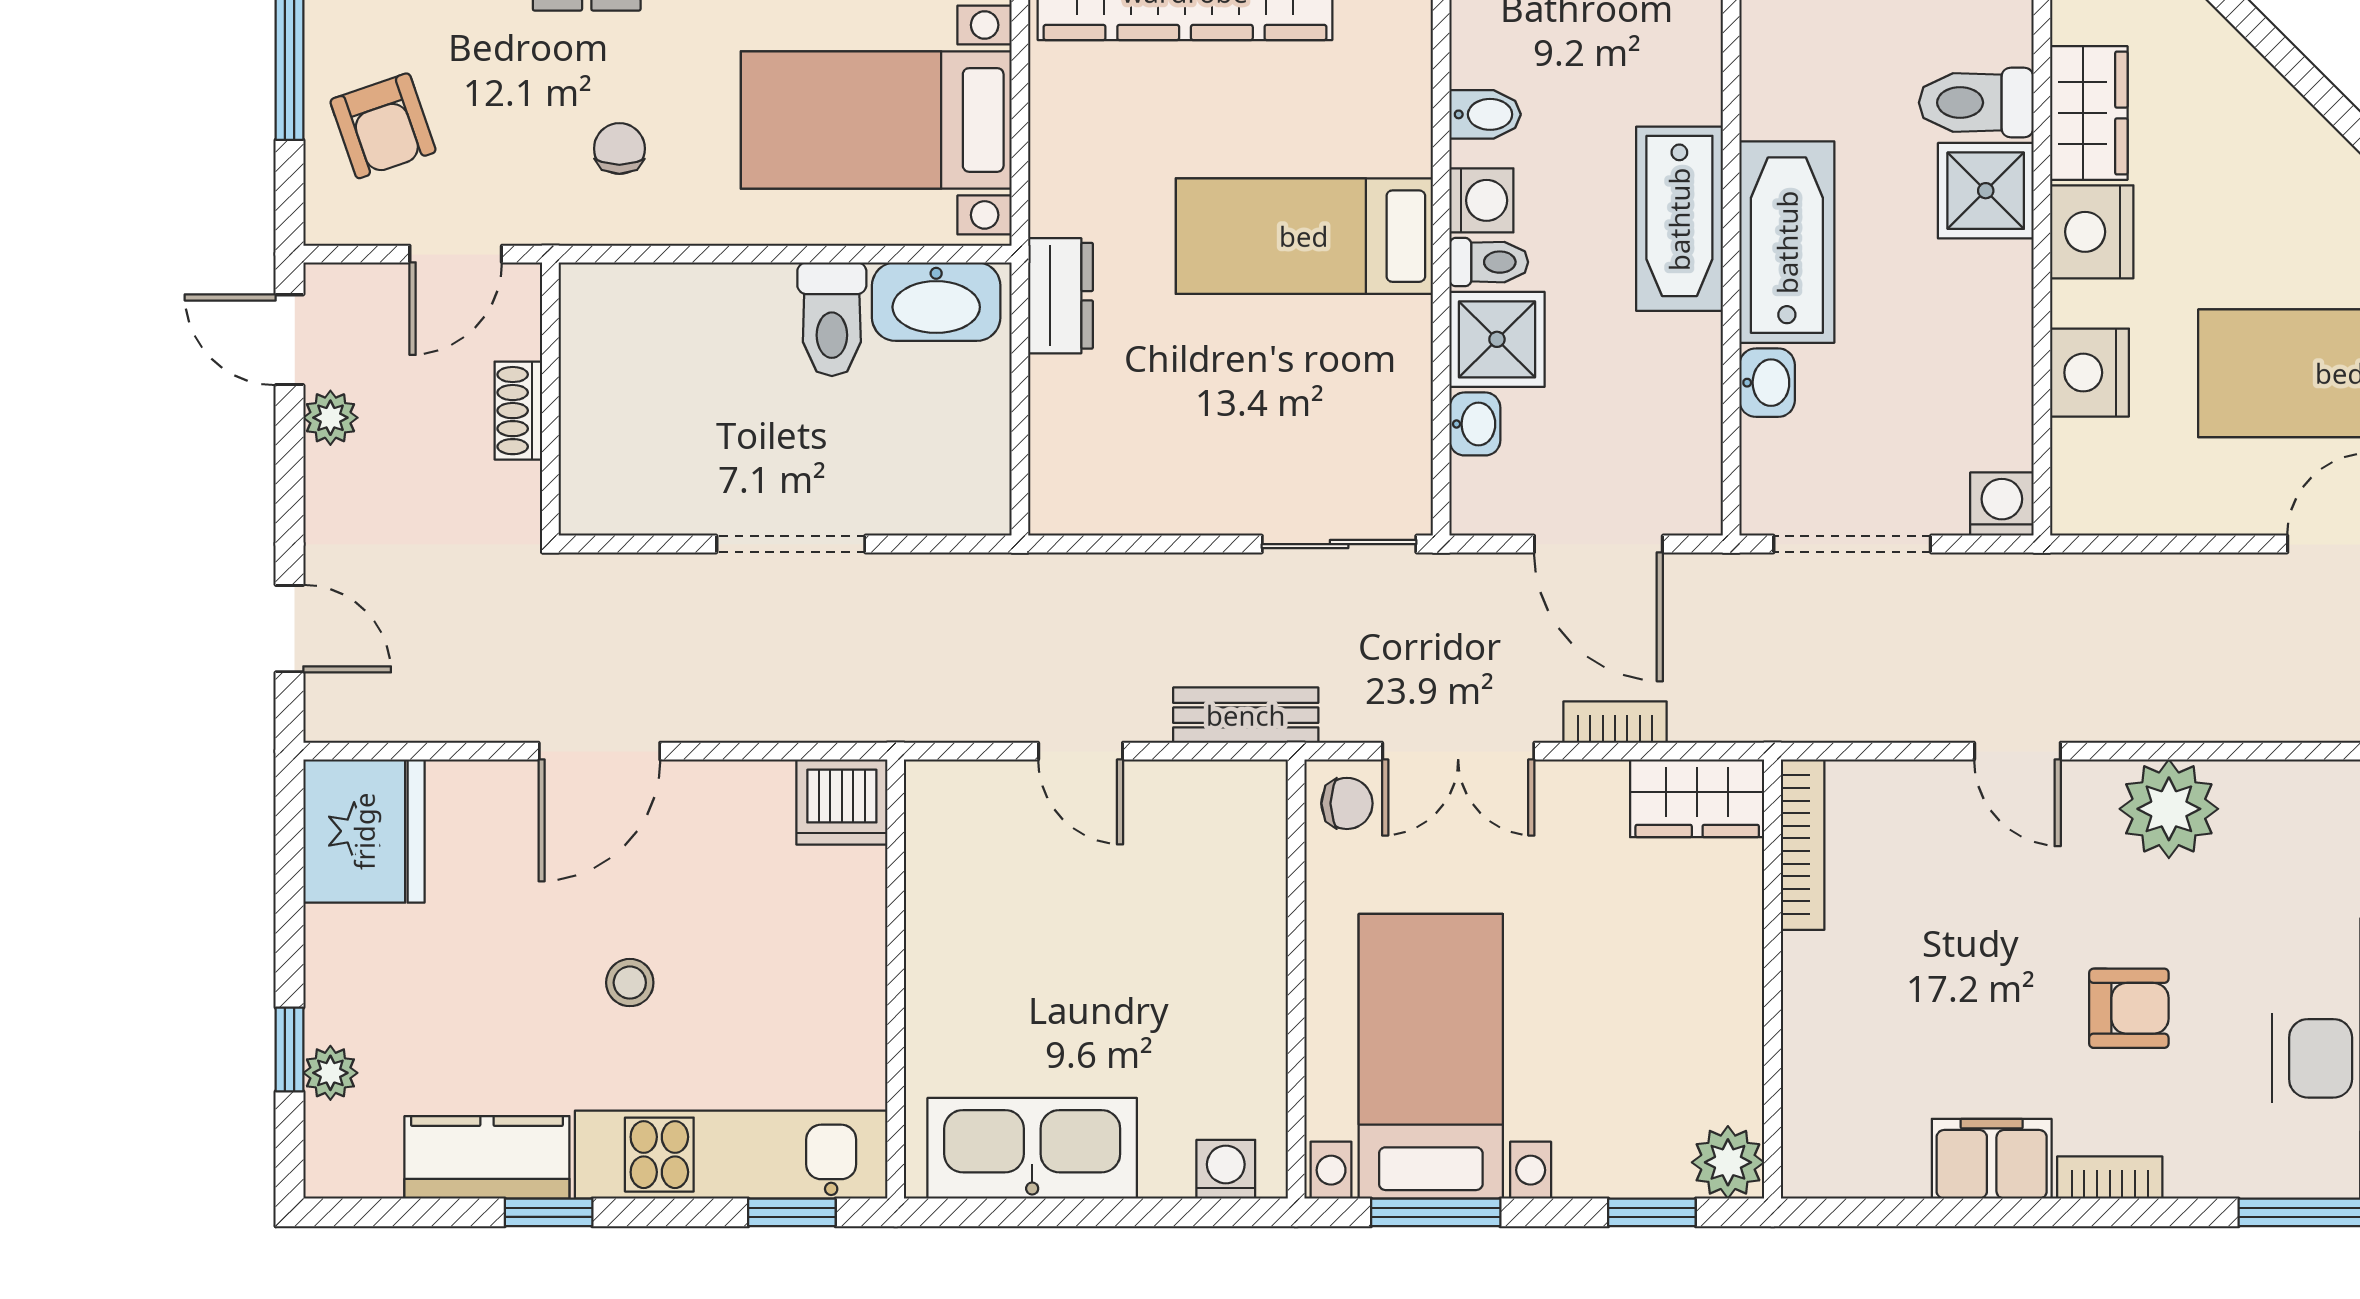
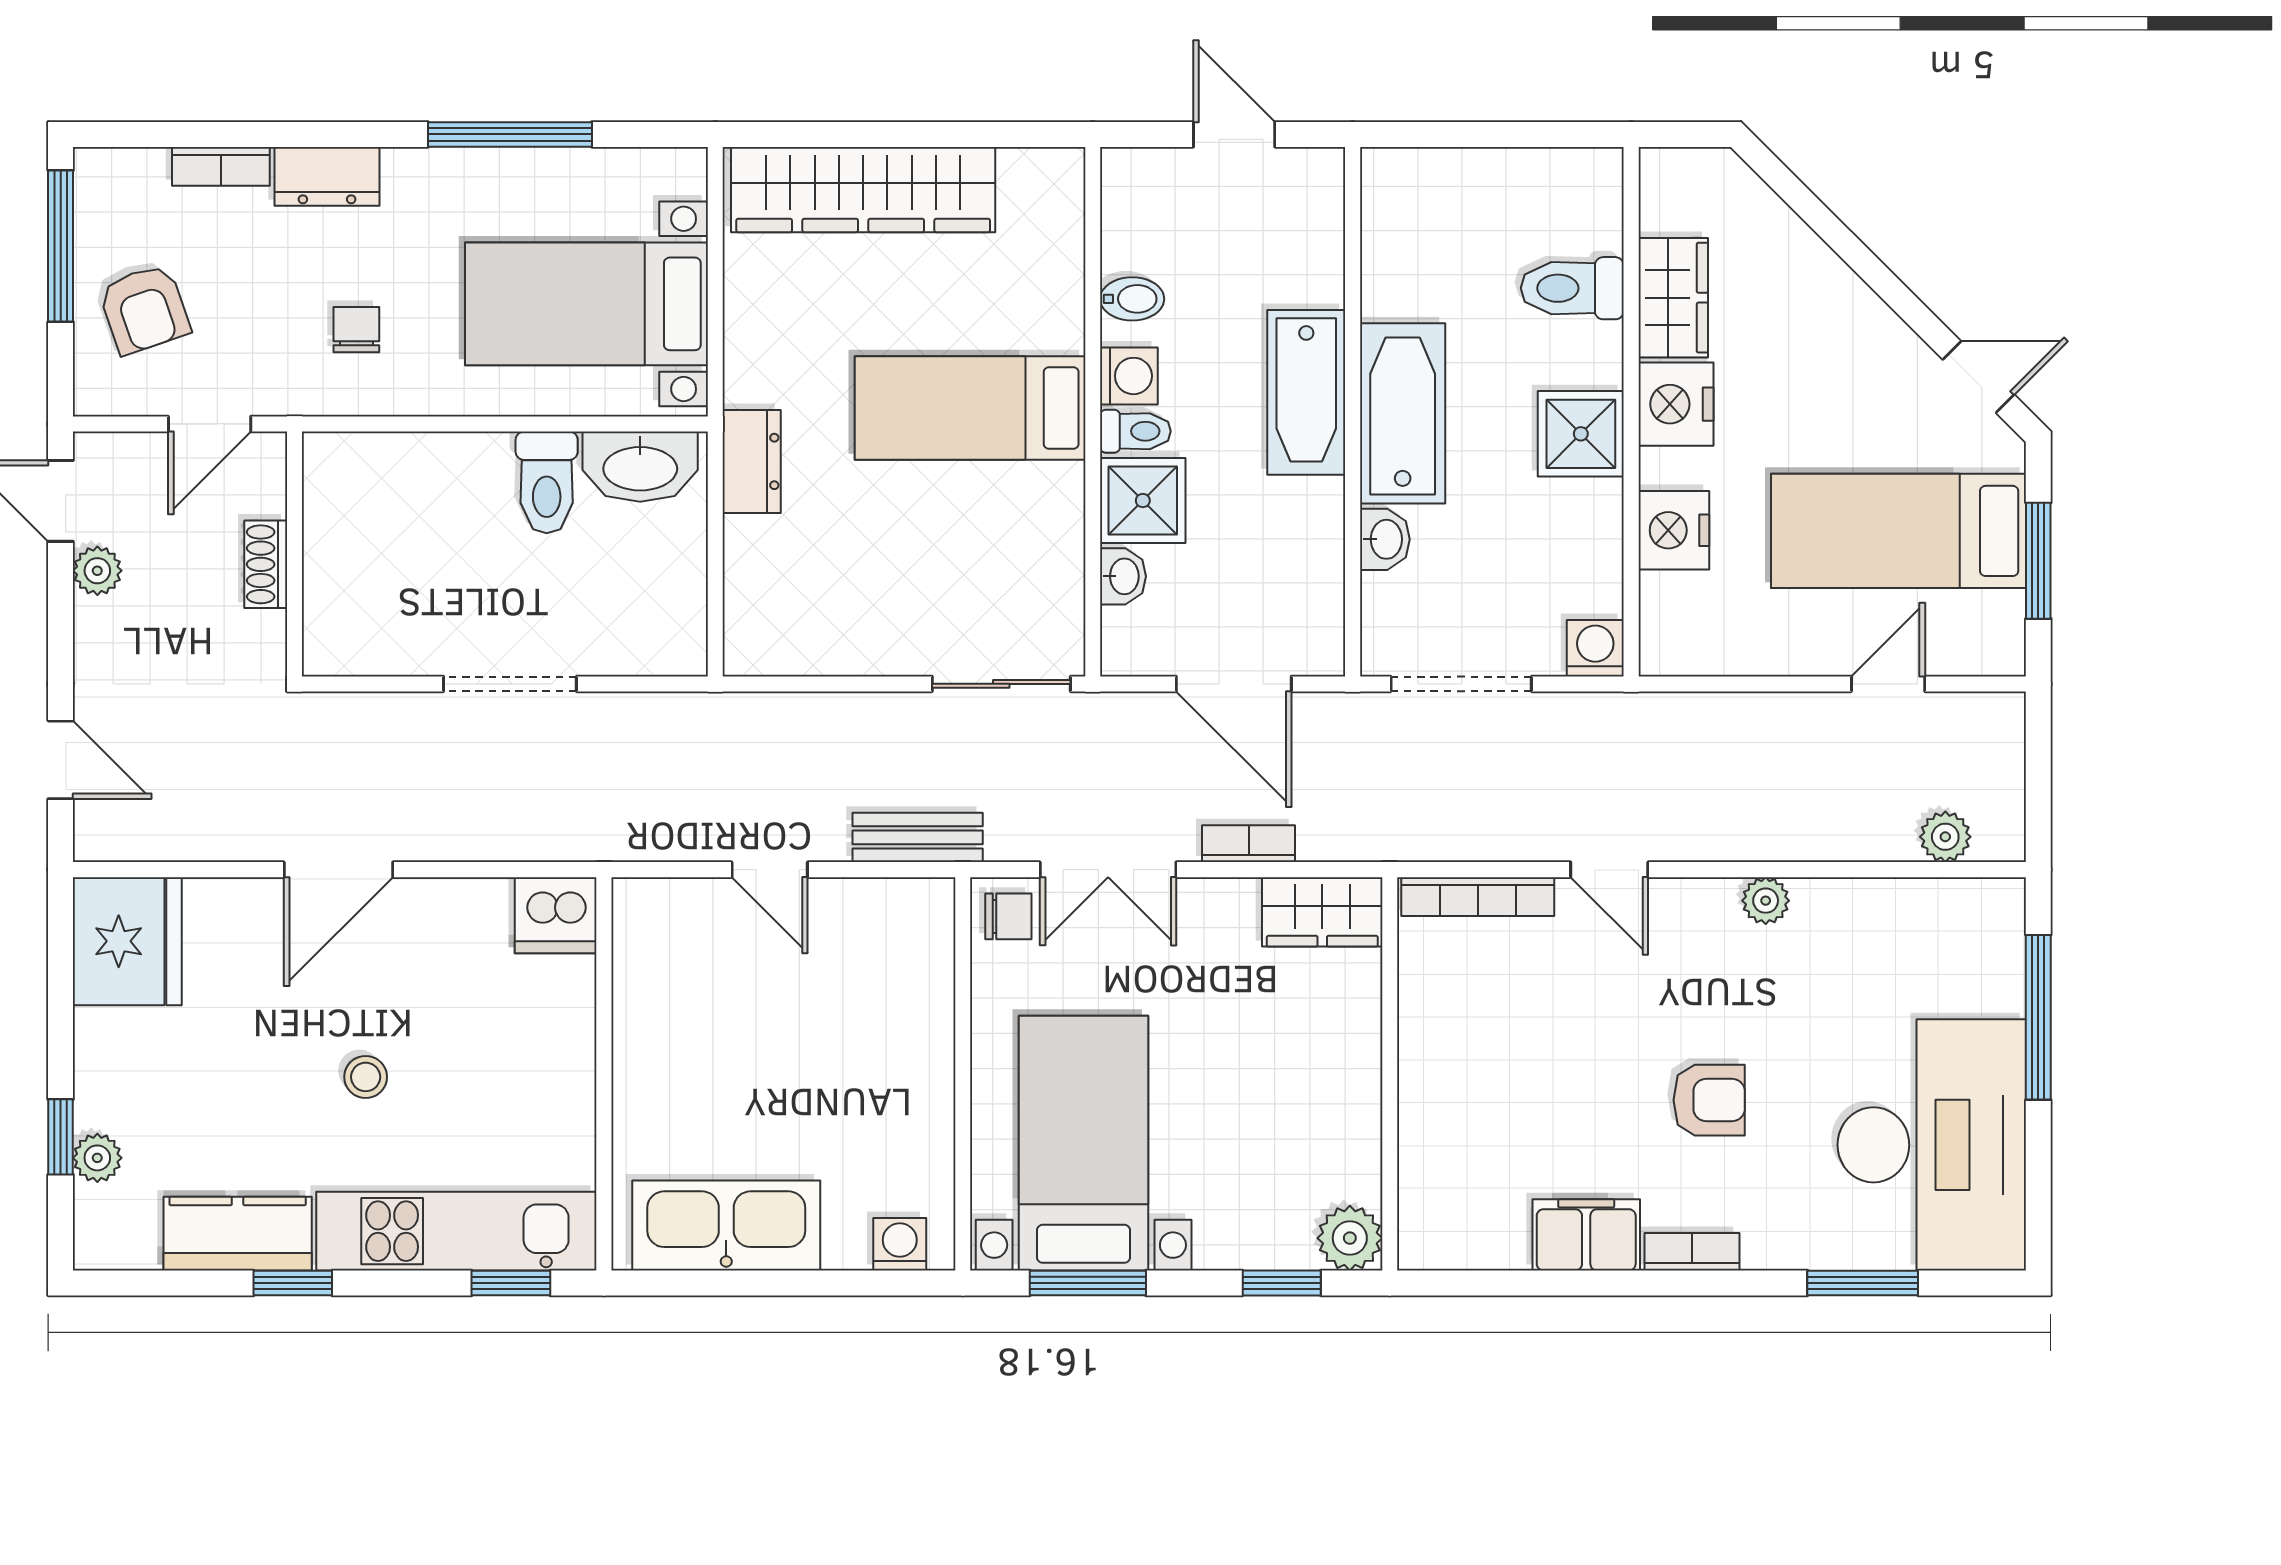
shower: (1986, 191) -> (1581, 434), moved
plant: (2169, 809) -> (1766, 901), width x0.53, depth x0.53
bookcase: (1803, 845) -> (1478, 897), moved, turned 90

